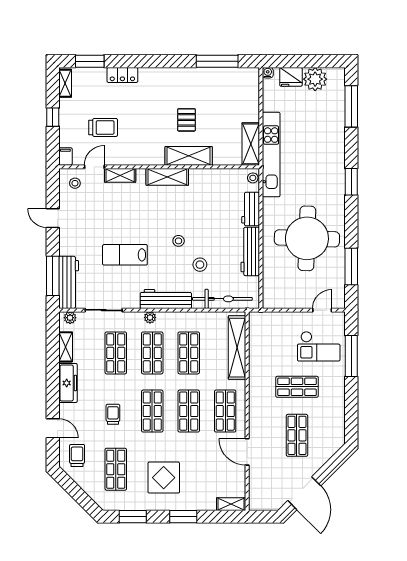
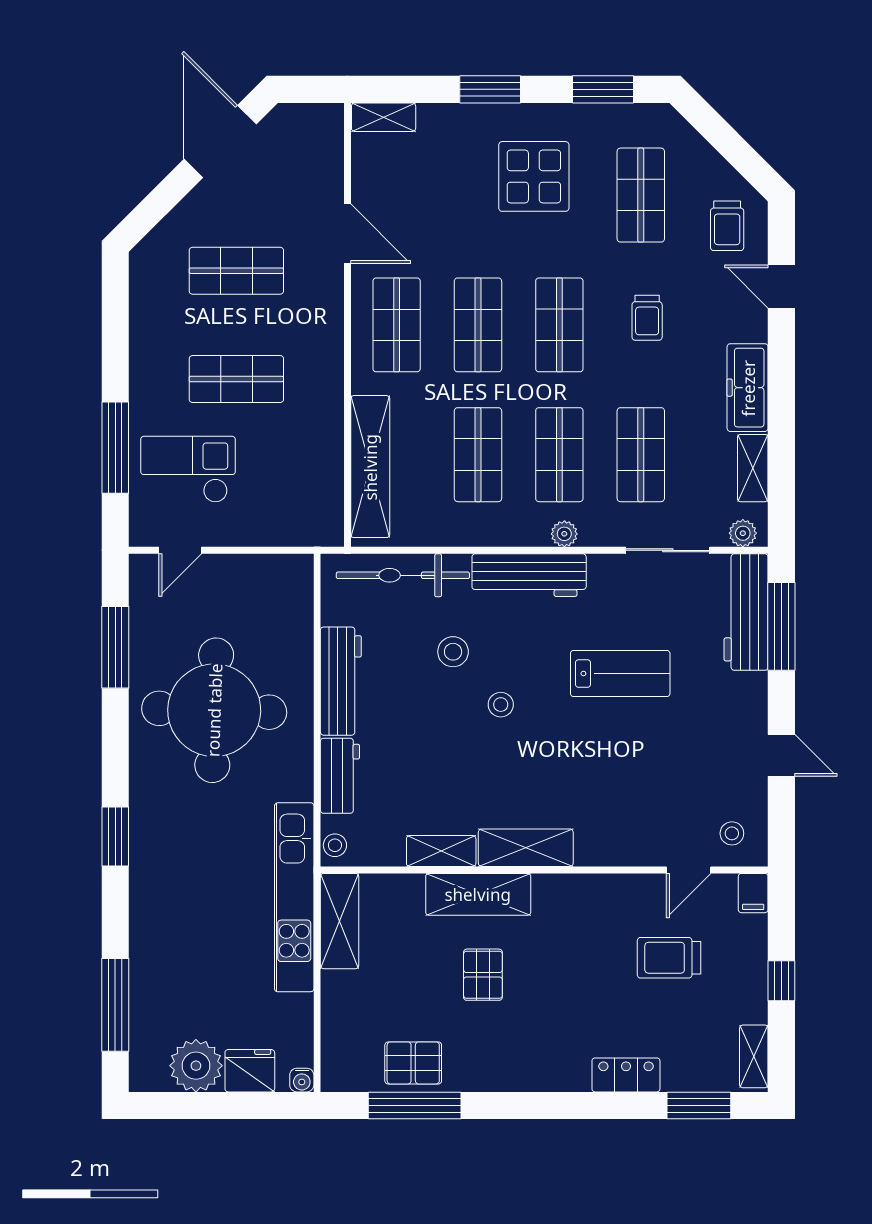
pallet: (218, 80) -> (413, 1063), added
shelving: (120, 175) -> (441, 851), moved
shop shelf: (297, 435) -> (236, 271), turned 90

